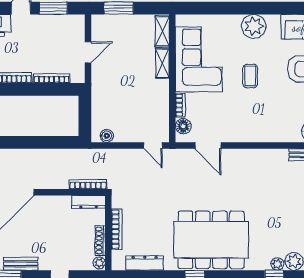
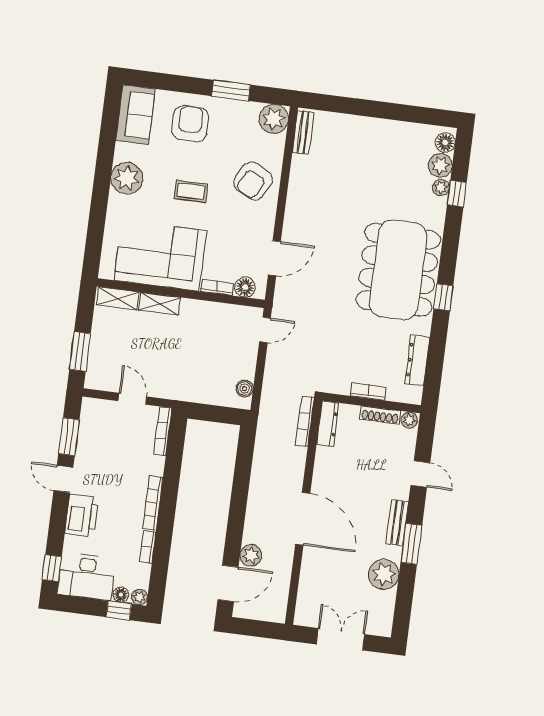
bookcase: (52, 78) -> (163, 431), moved
armchair: (264, 122) -> (253, 181), added
bookcase: (117, 229) -> (368, 391), width x0.64

